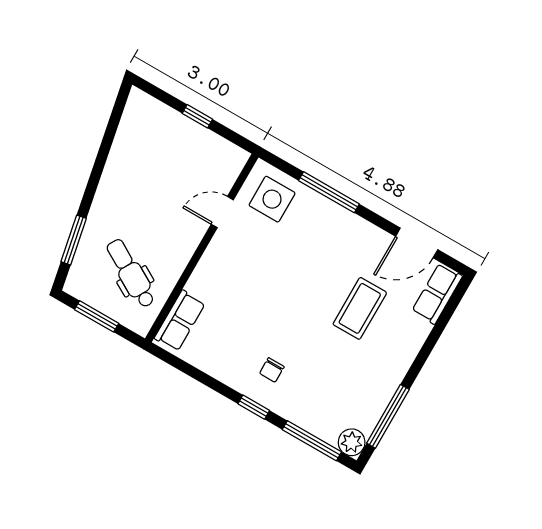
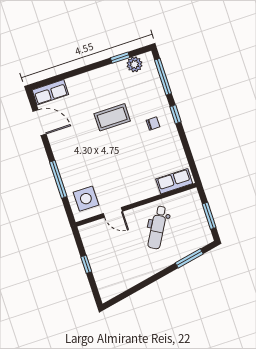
dental chair: (131, 273) -> (158, 227), moved
coffee table: (360, 308) -> (112, 117), moved
window: (388, 416) -> (120, 58), width x0.46
plant: (352, 442) -> (134, 64), moved

